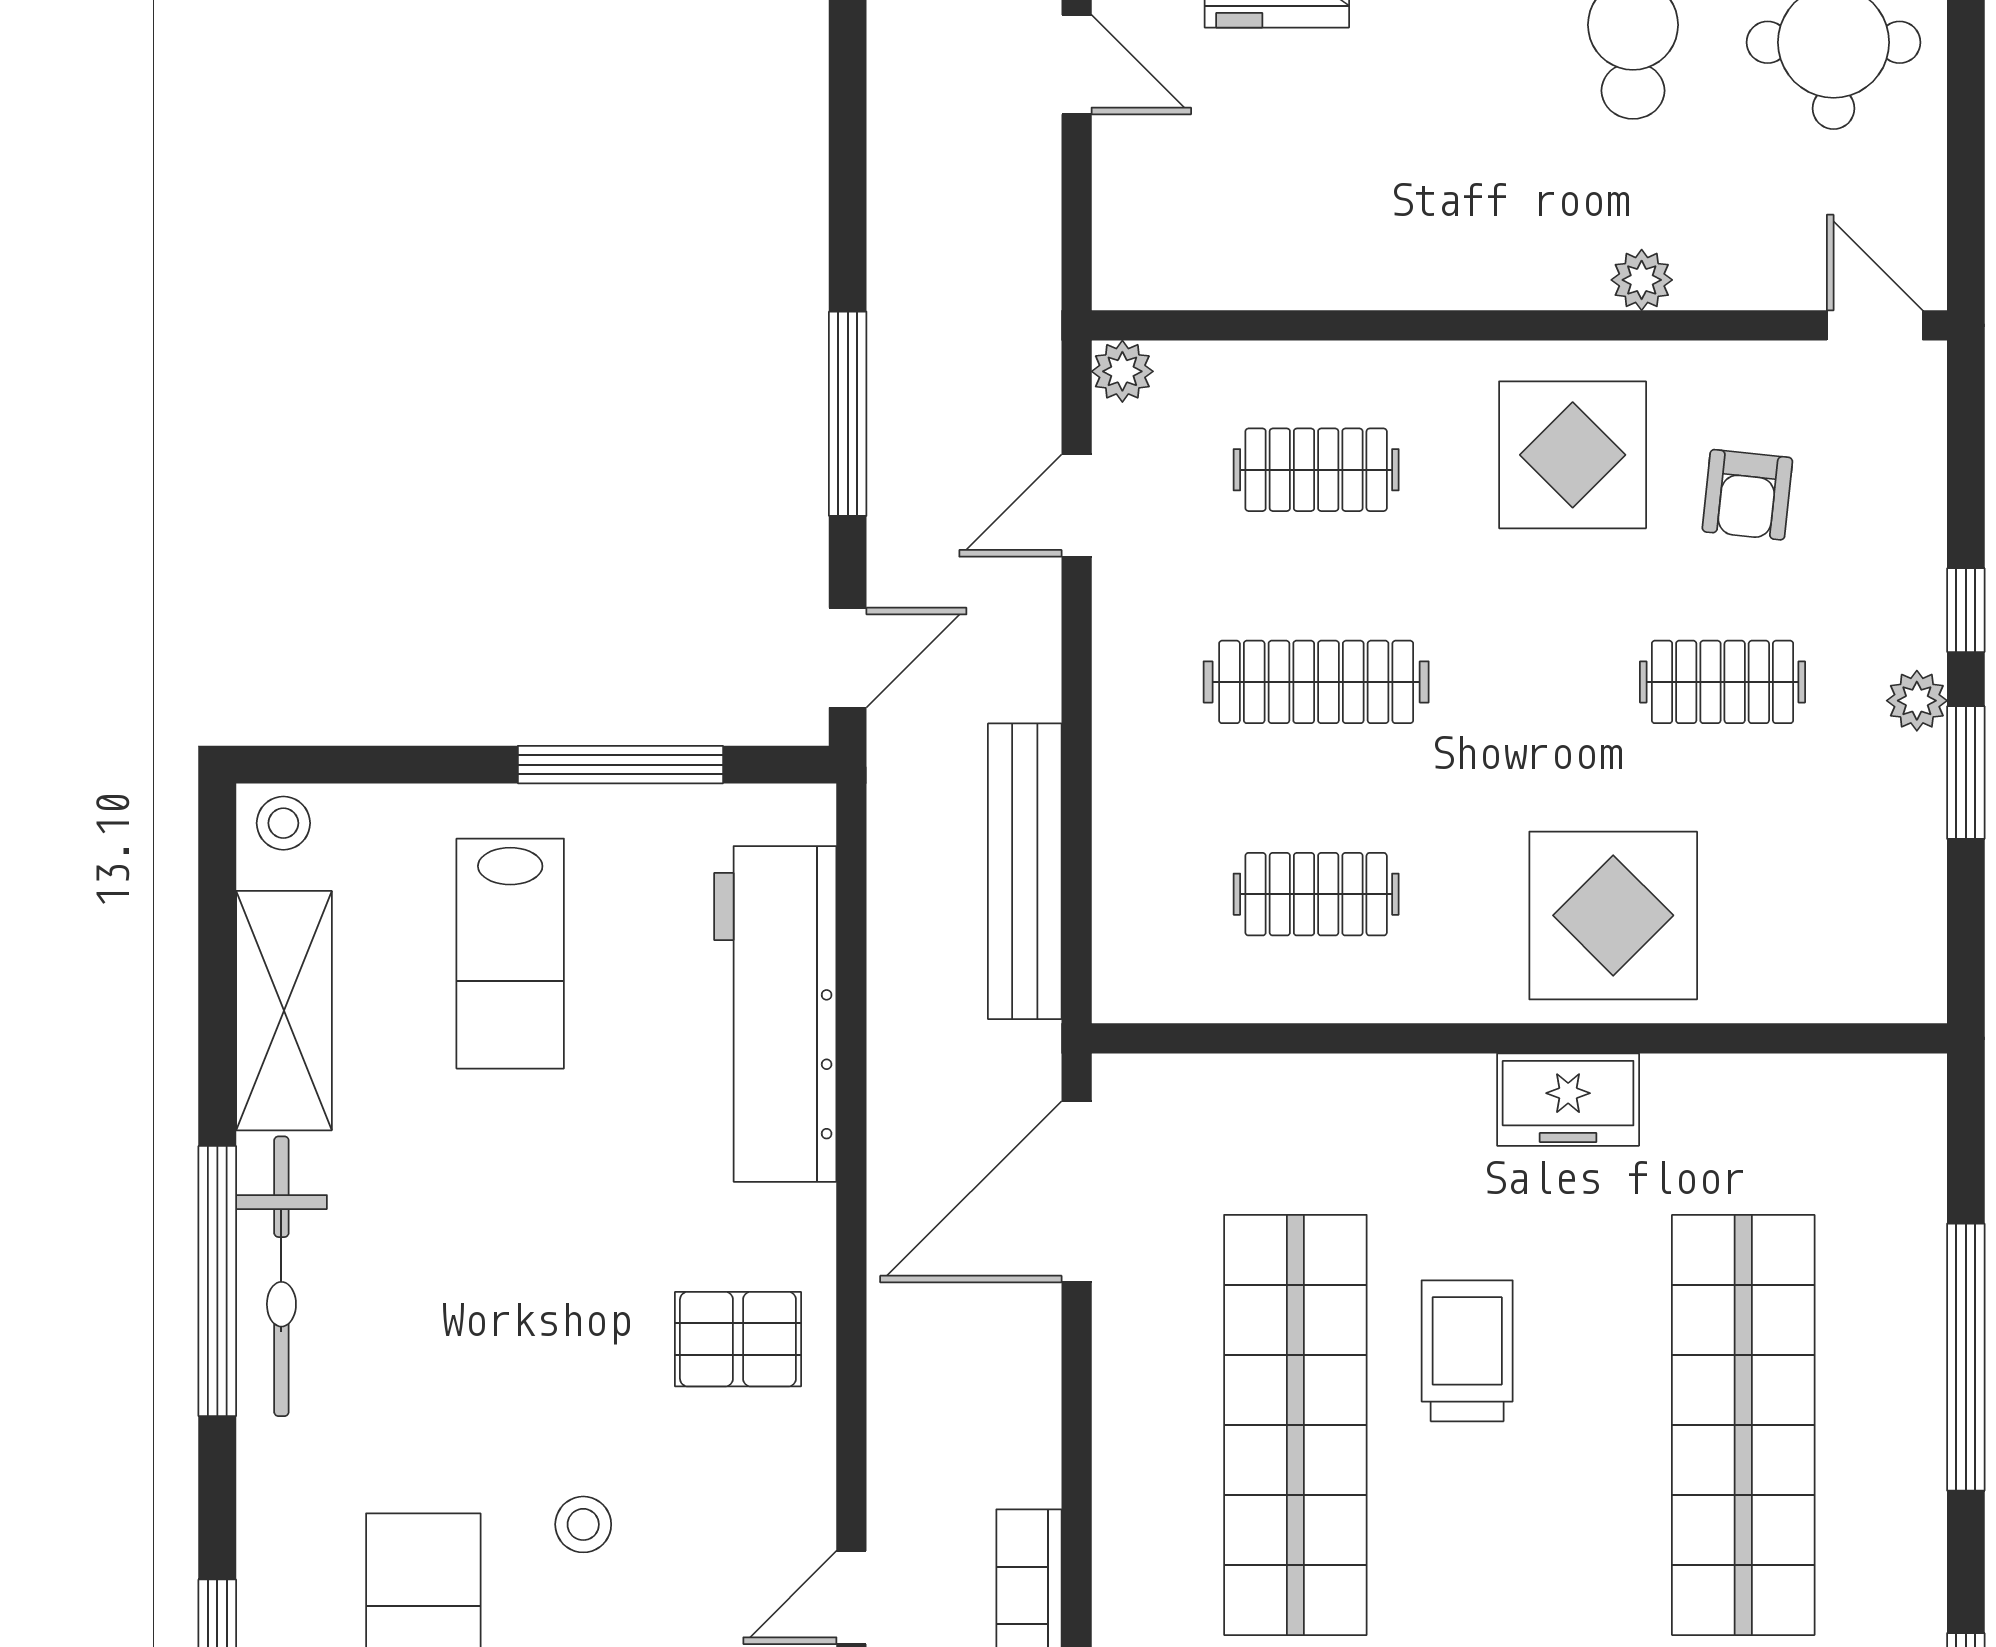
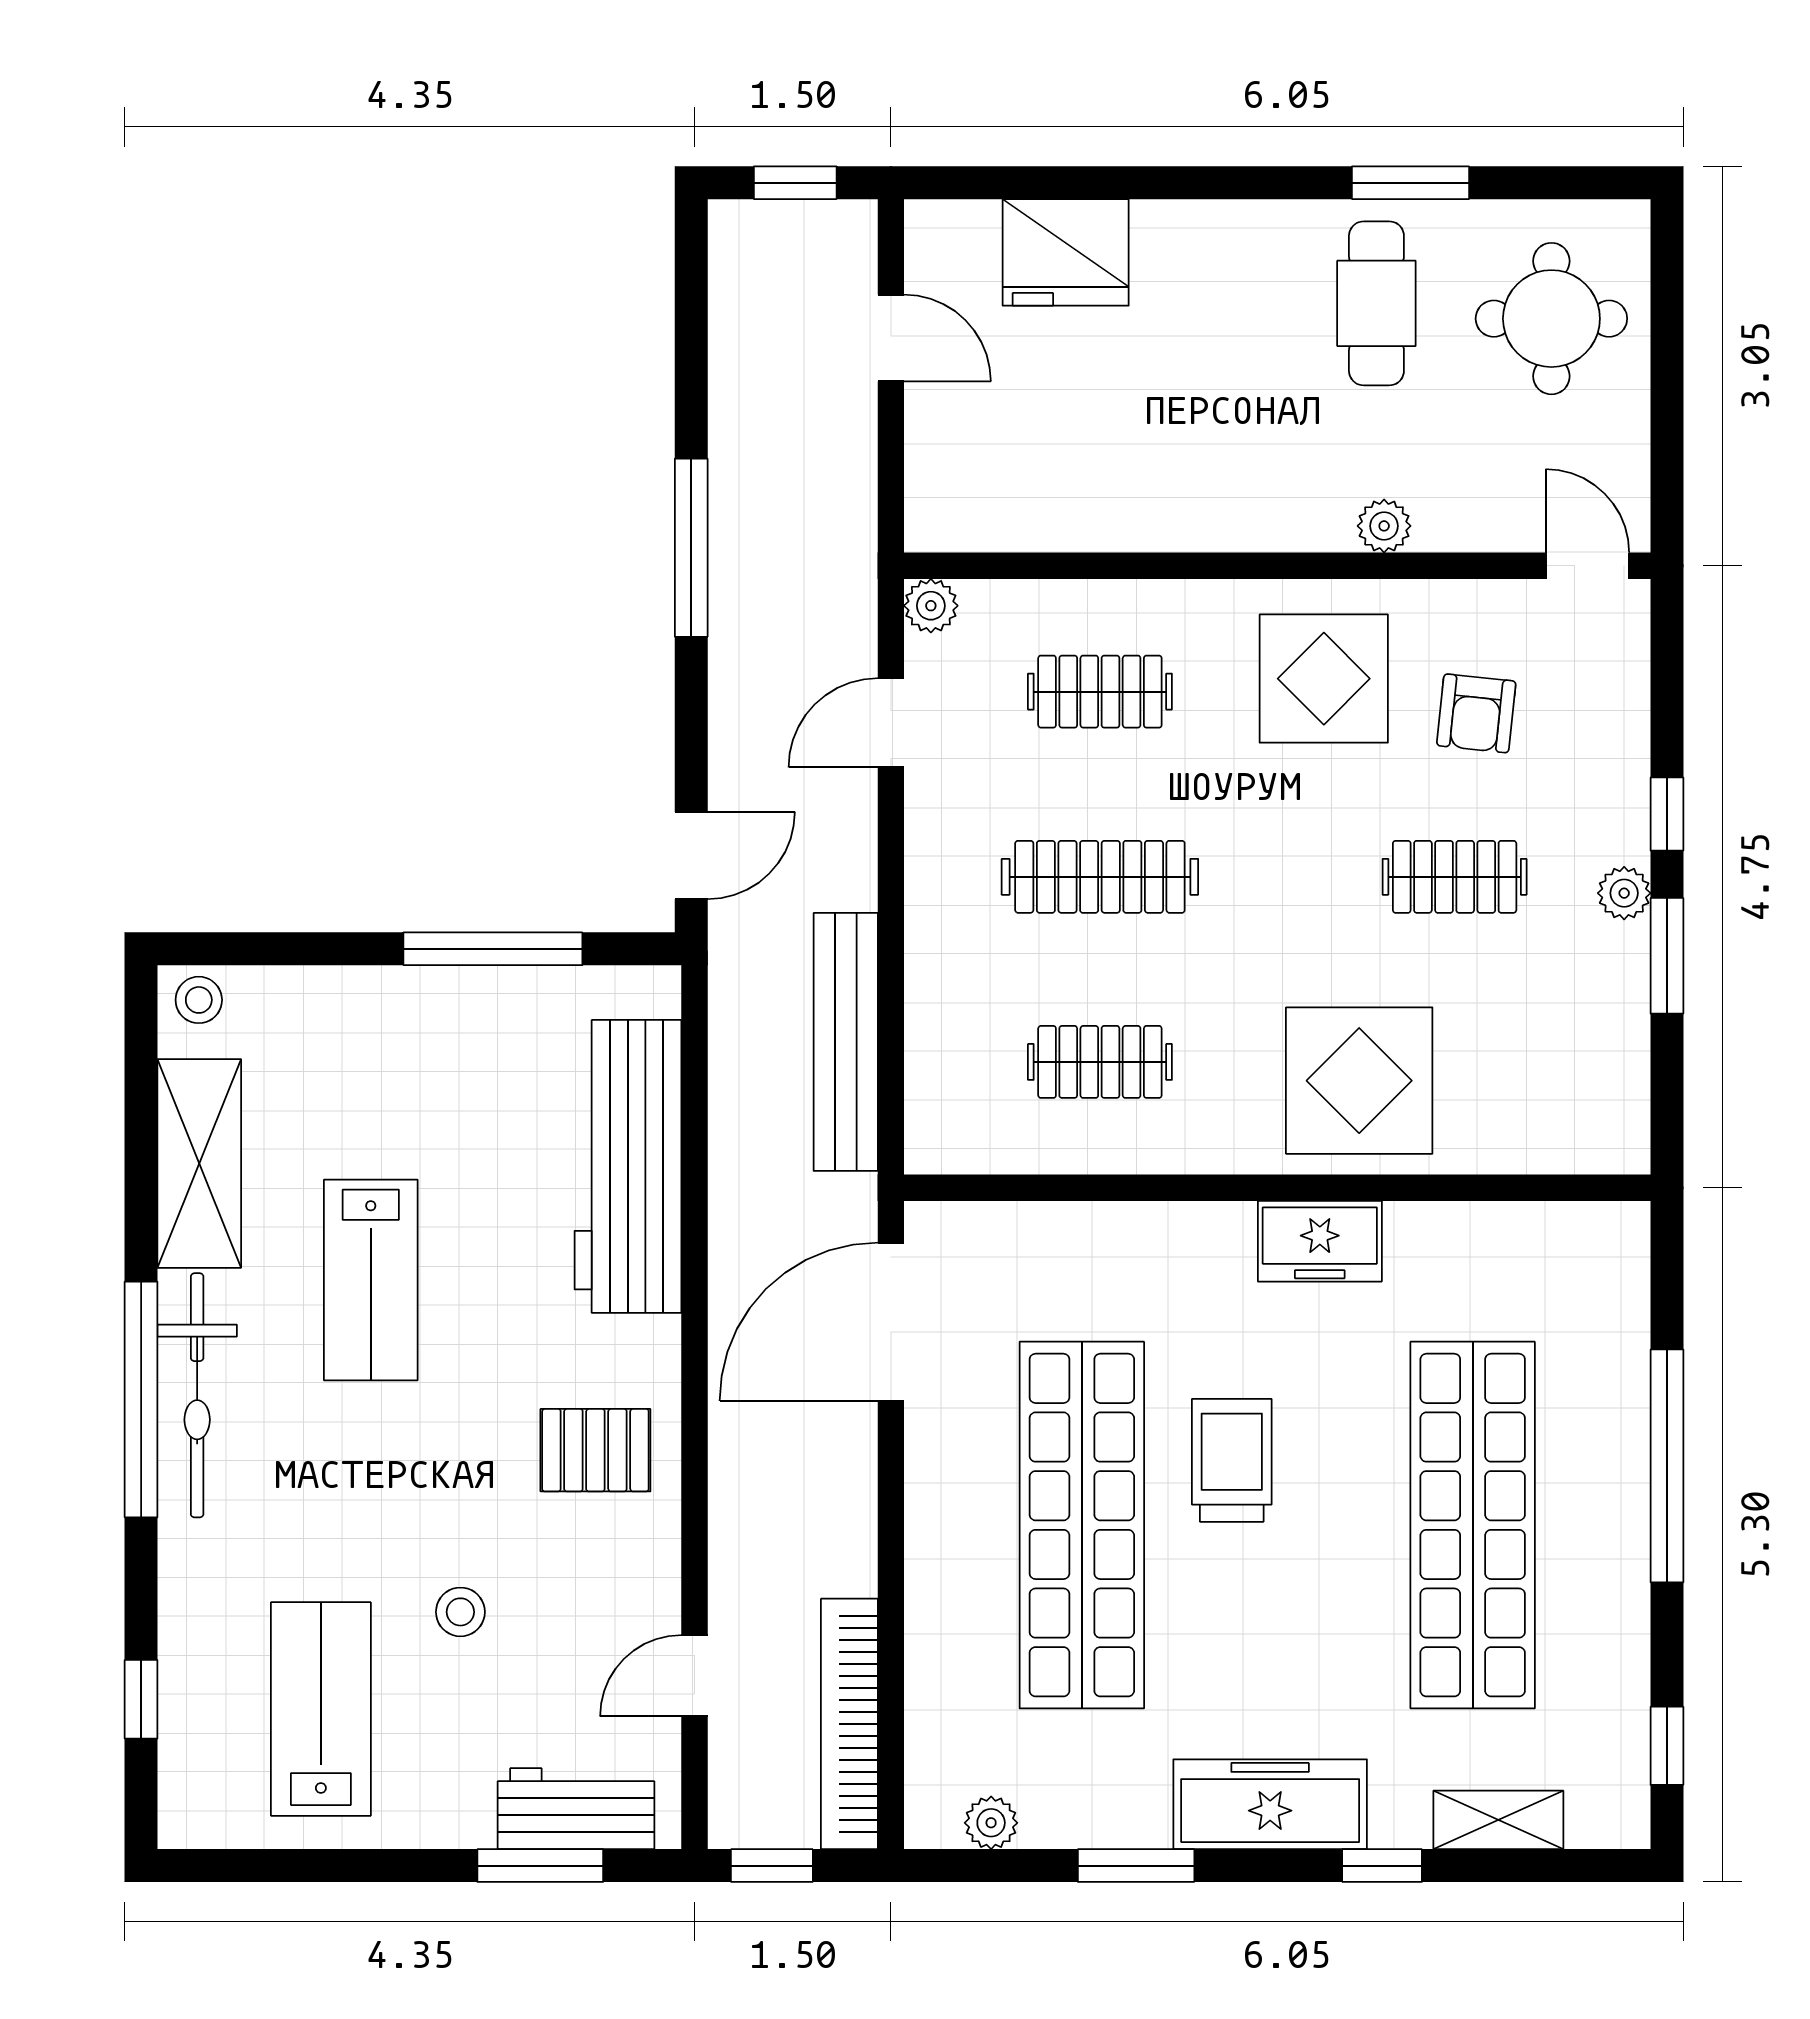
window: (848, 414) -> (691, 548), moved
lab bench: (510, 954) -> (371, 1280), moved

